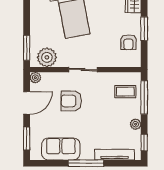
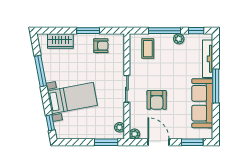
plant: (47, 57) -> (120, 127), width x0.53, depth x0.53
window: (144, 97) -> (164, 31), moved
sofa: (61, 149) -> (202, 103), width x1.36

